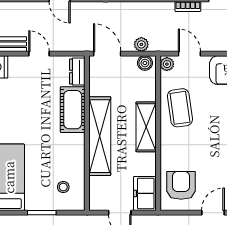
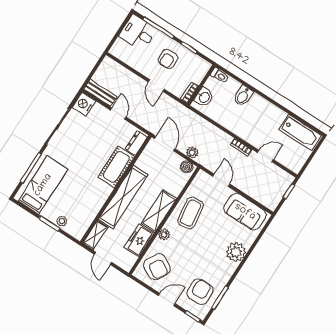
plant: (167, 64) -> (164, 235), moved
armchair: (181, 185) -> (157, 267), turned 120
stool: (63, 187) -> (62, 221), moved
freezer: (145, 193) -> (139, 240), moved
shelving: (97, 194) -> (95, 235), added

